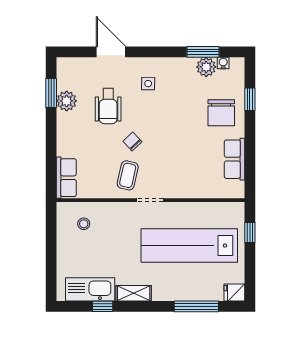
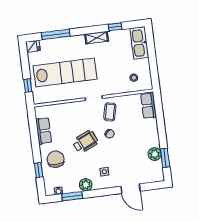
plant: (206, 67) -> (86, 185), moved
wheelchair: (108, 106) -> (85, 142), moved, turned 66
kitchen sink: (90, 289) -> (139, 43), moved, turned 90

